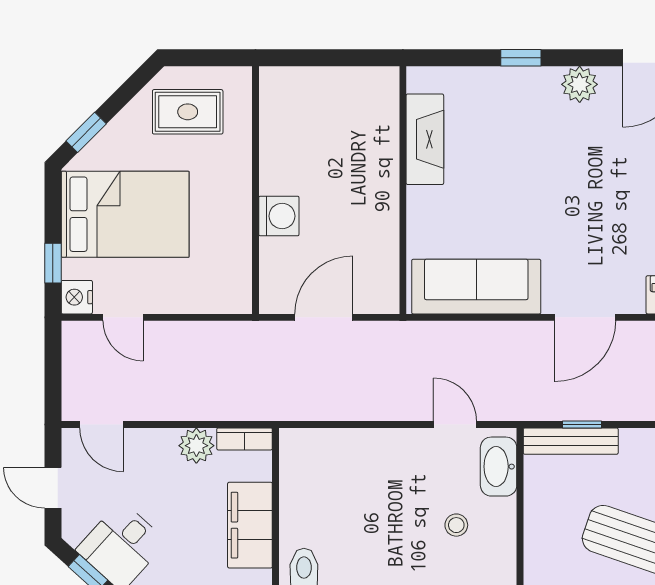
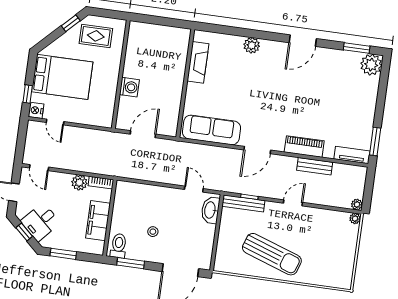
window: (521, 58) -> (245, 33), removed
plant: (580, 84) -> (252, 45), moved
window: (86, 132) -> (71, 23), moved
stool: (456, 525) -> (153, 232), moved

